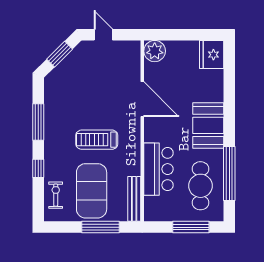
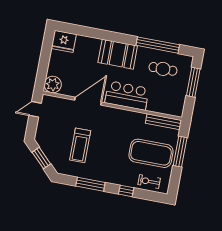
door: (103, 35) -> (35, 109), moved
treadmill: (97, 140) -> (80, 145), moved
bar counter: (158, 169) -> (127, 96), moved
cafe table: (200, 186) -> (163, 69), width x0.73, depth x0.74

